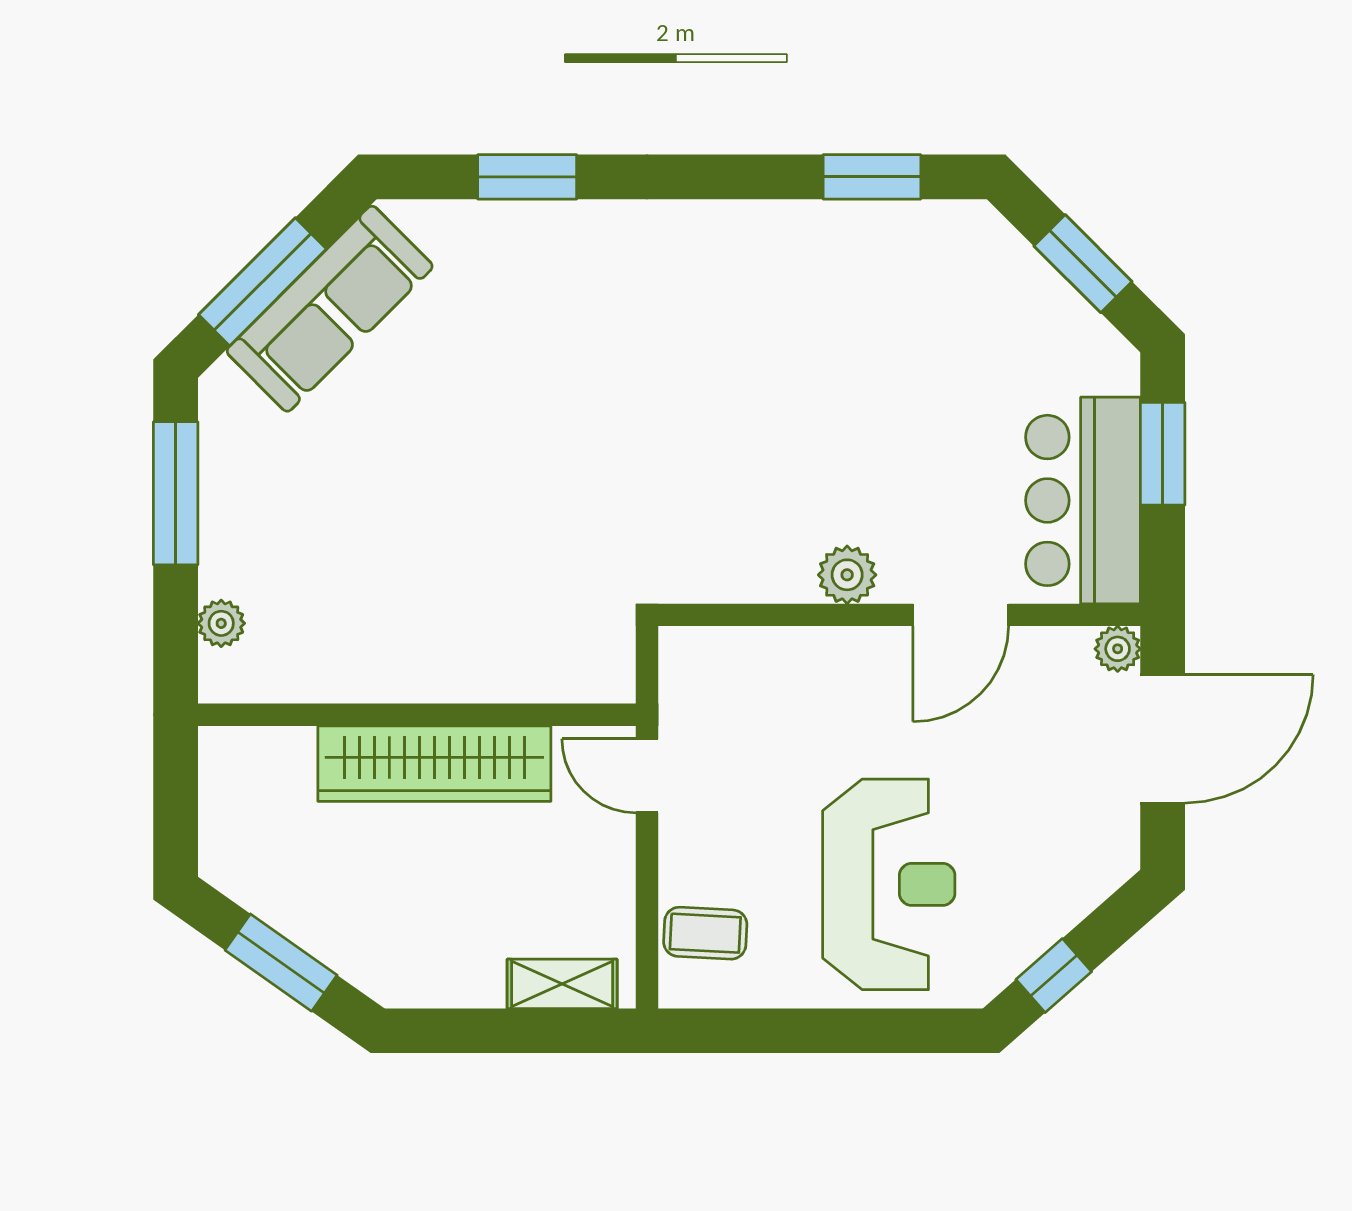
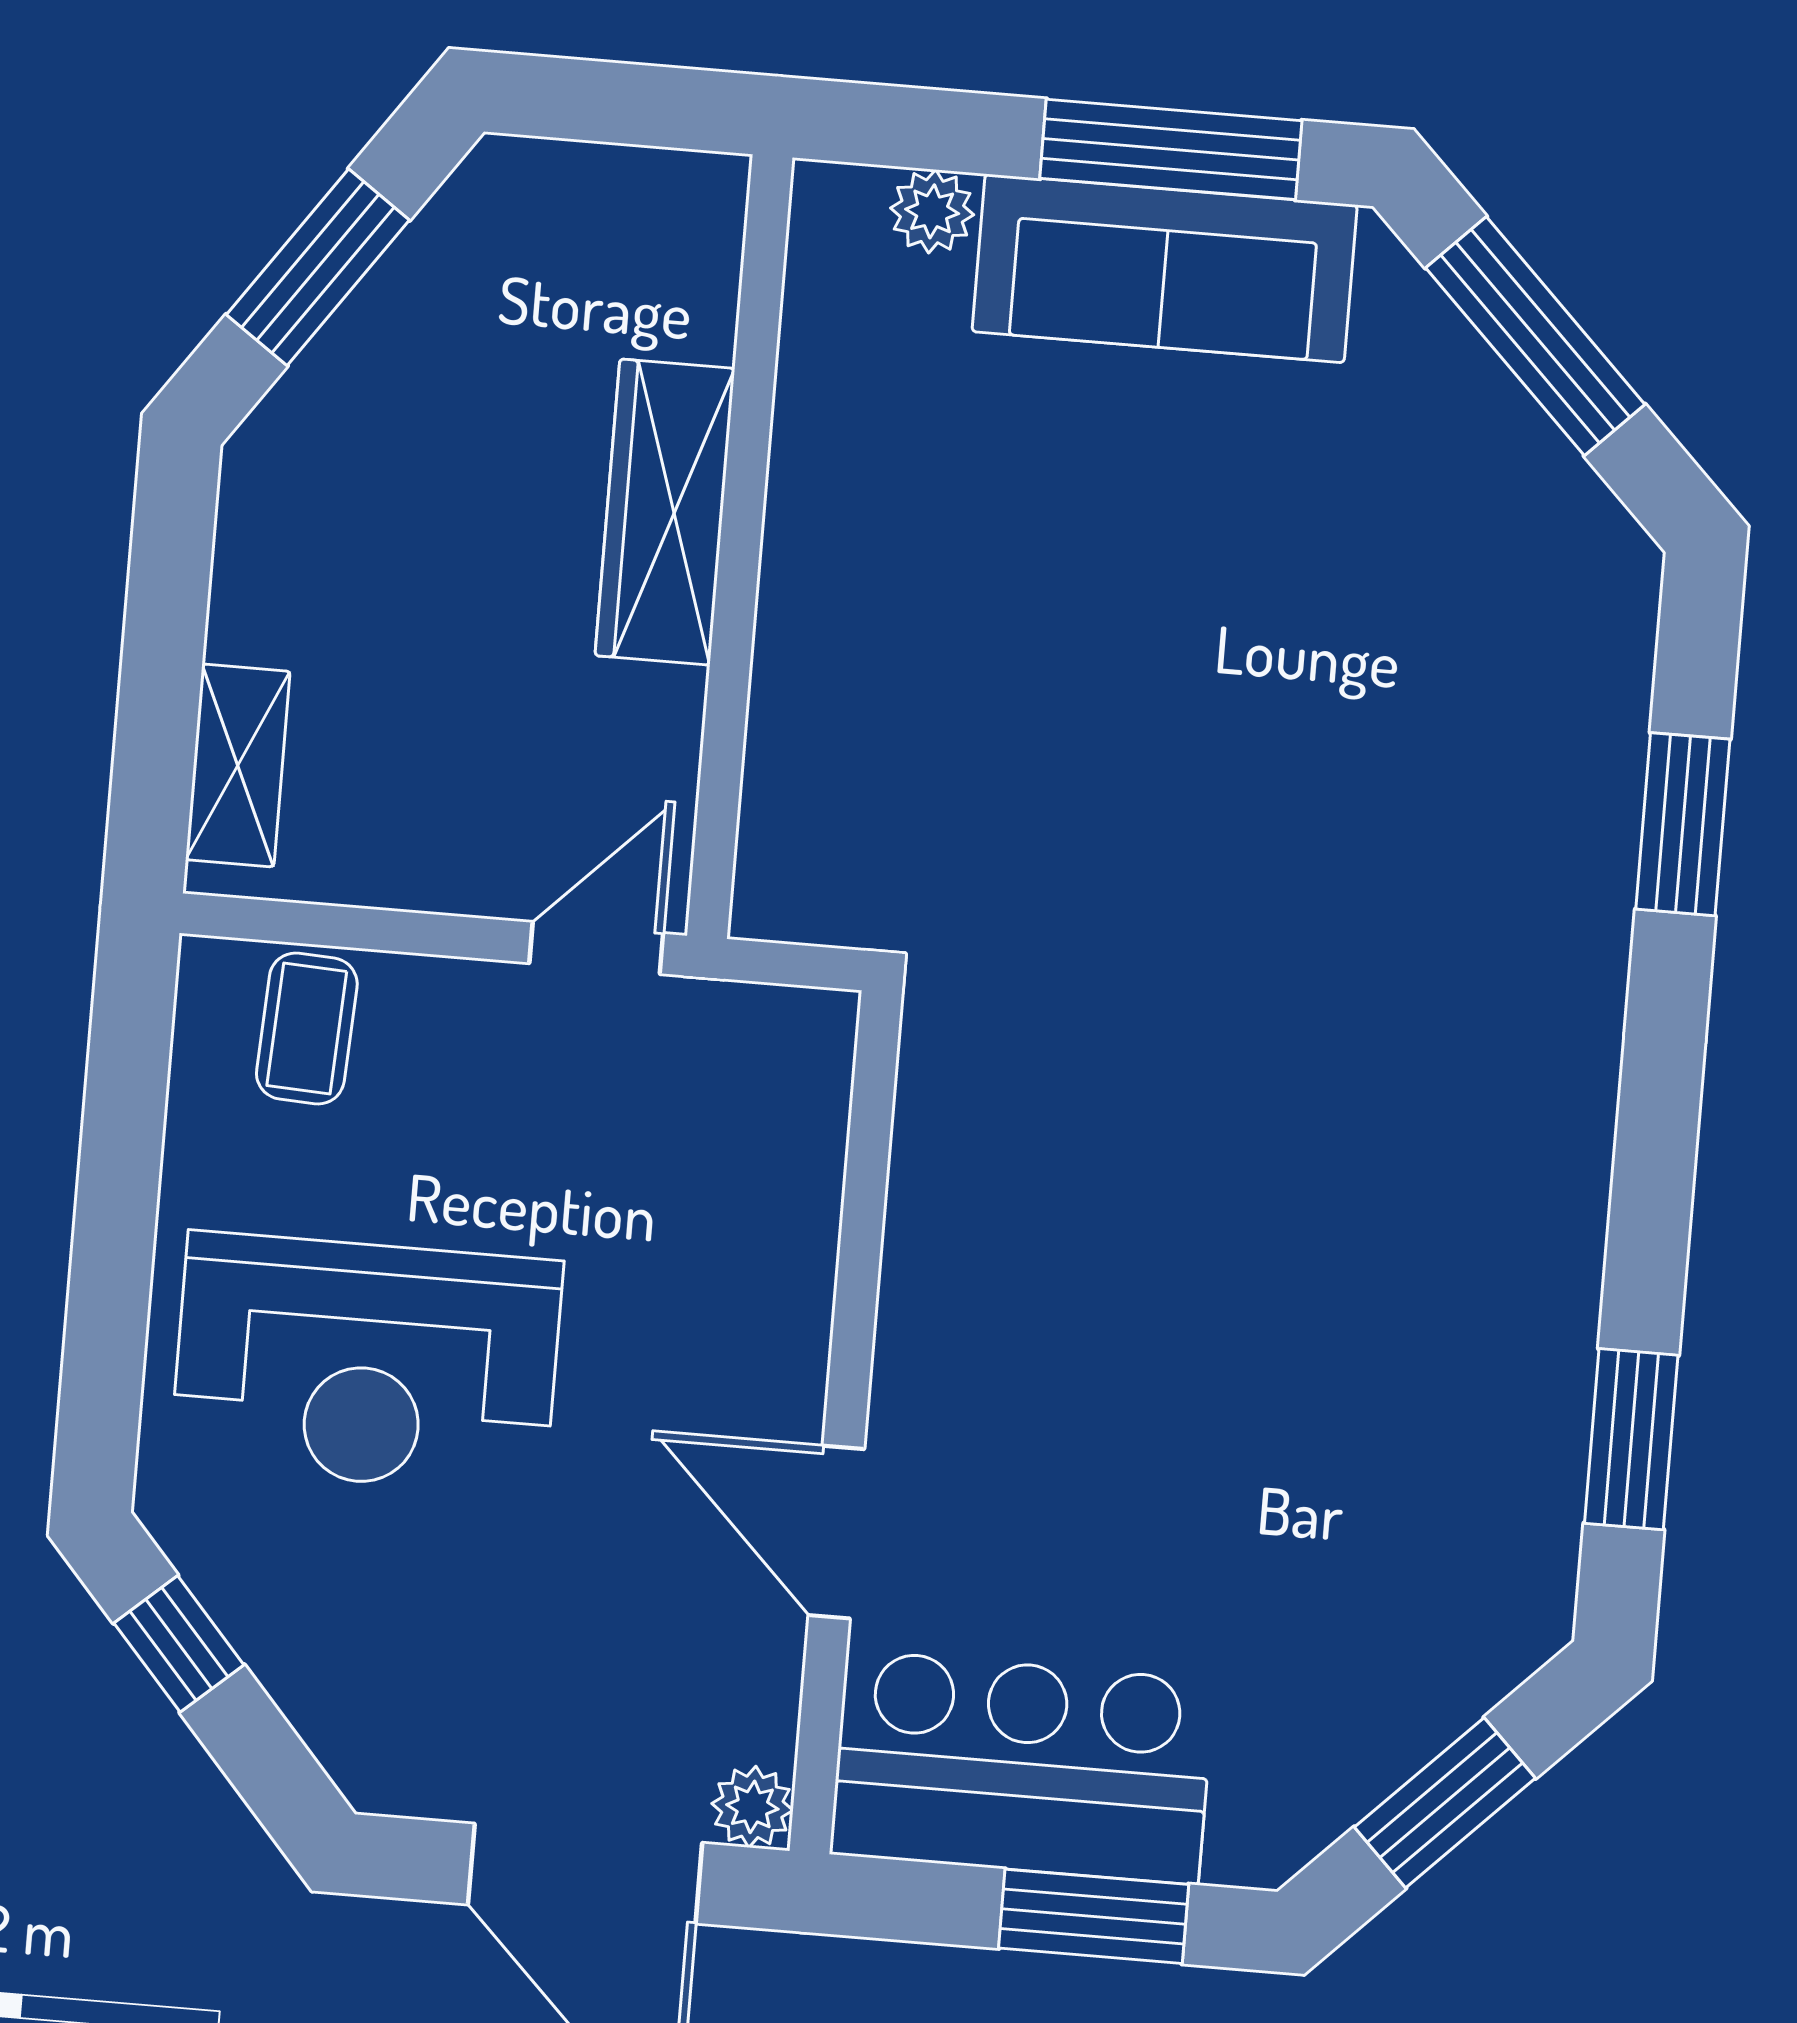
sofa: (330, 309) -> (1165, 268), moved, turned -45
plant: (847, 575) -> (925, 1335), removed
wardrobe: (434, 764) -> (665, 512), width x0.71, depth x0.85

